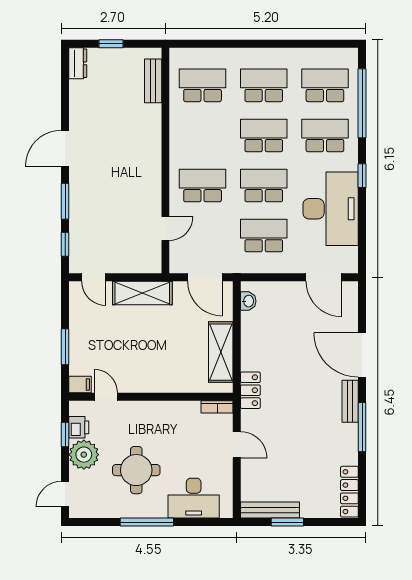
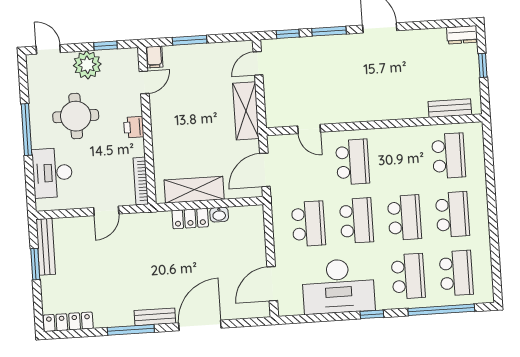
washbasin: (248, 301) -> (219, 215), moved
locker: (250, 390) -> (190, 219), moved
bookcase: (217, 407) -> (141, 181), width x1.56
printer: (79, 427) -> (134, 127), moved, turned 90

